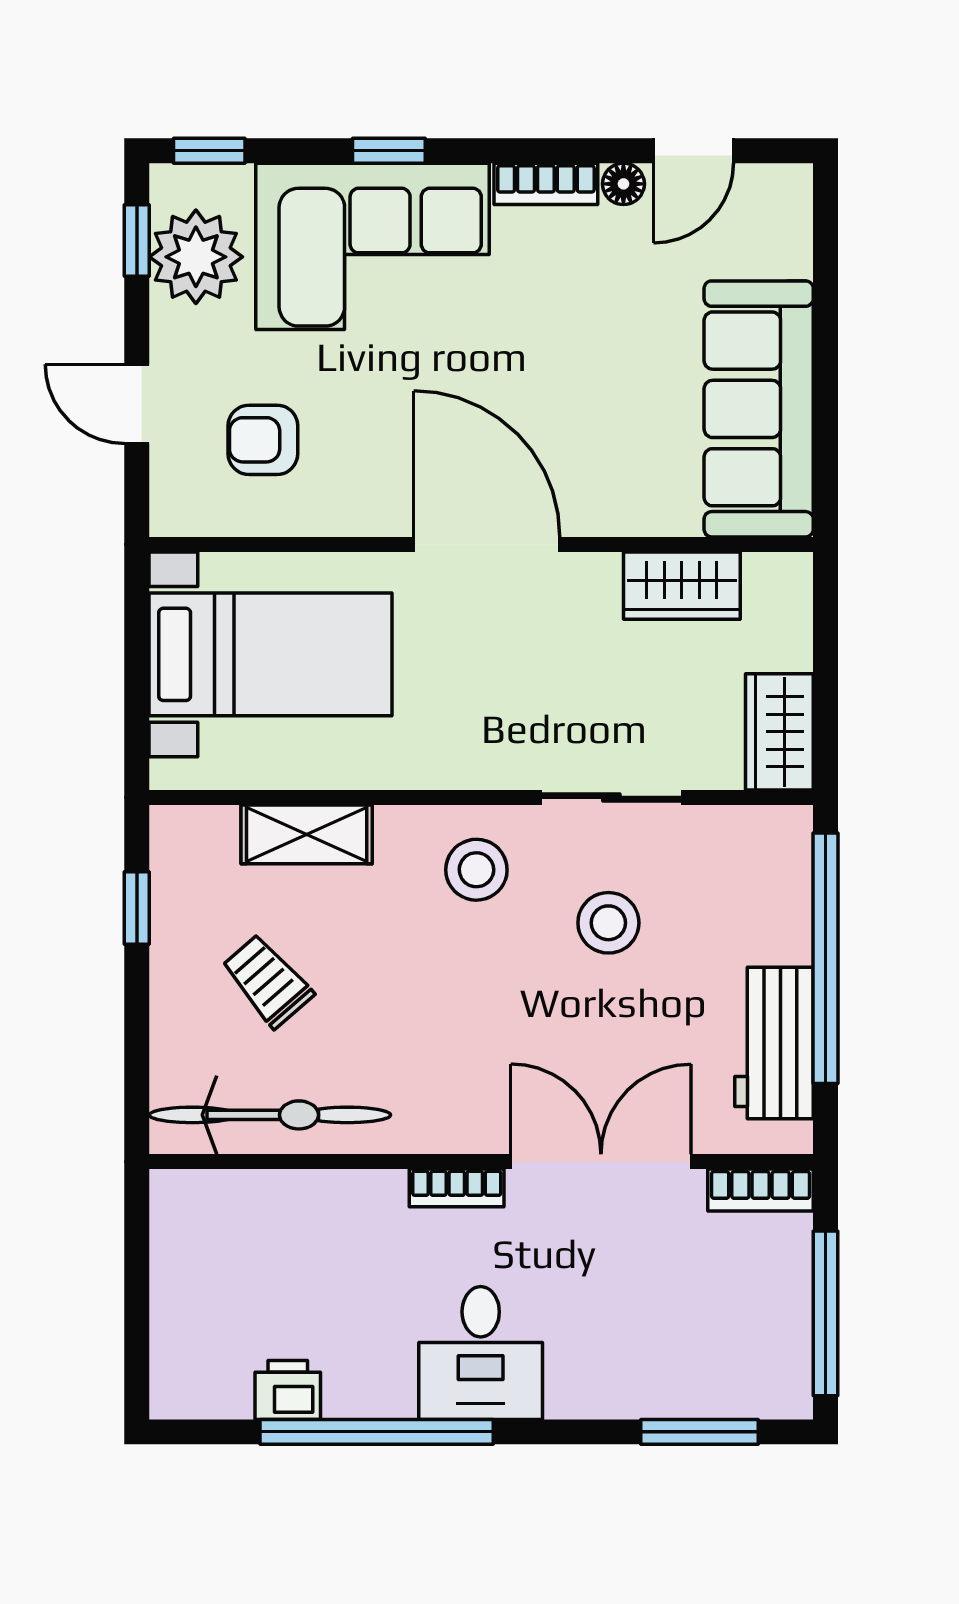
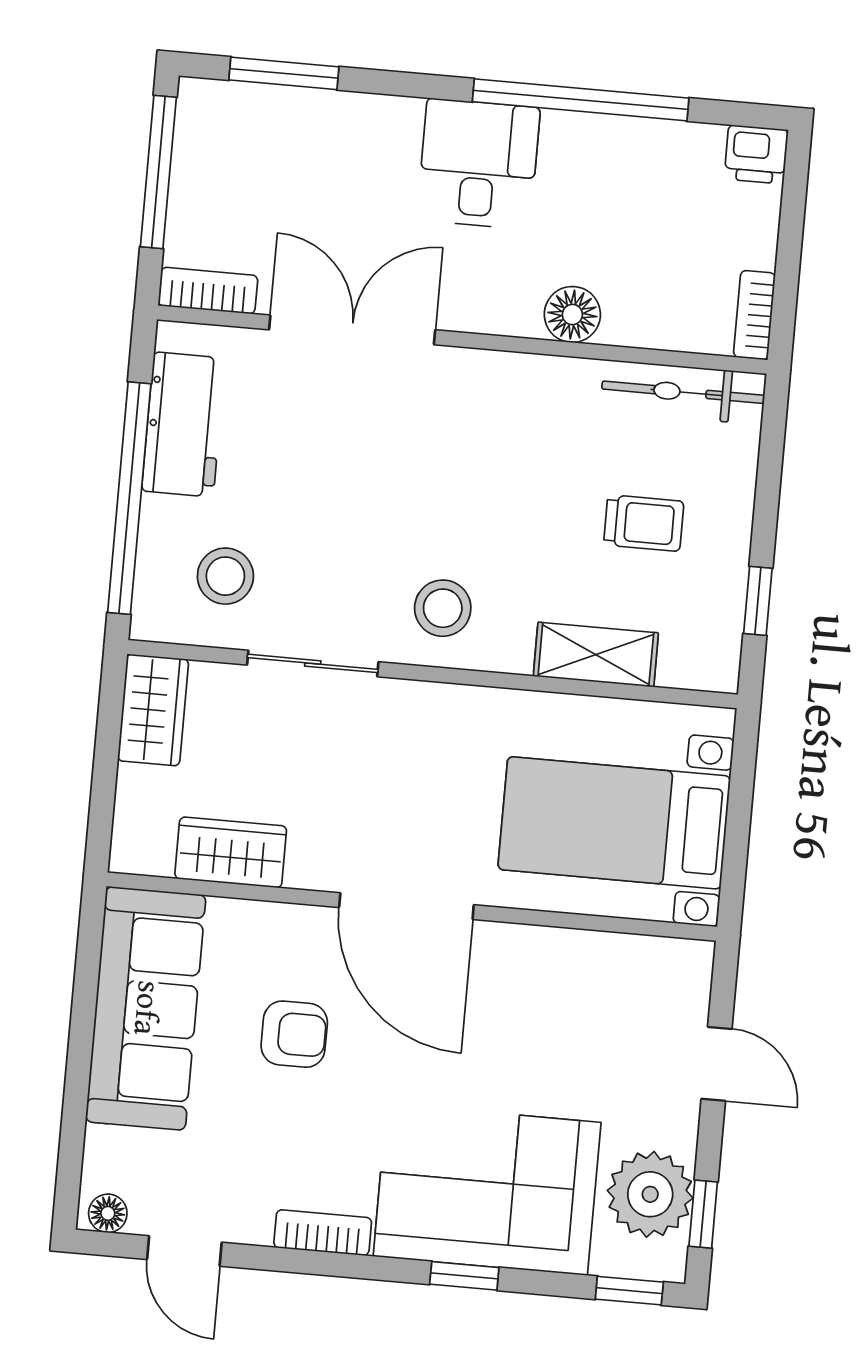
door: (693, 151) -> (184, 1251), swing flipped
floor lamp: (623, 184) -> (108, 1213), moved
armchair: (263, 440) -> (294, 1034), moved
stool: (608, 923) -> (225, 576), moved
trolley: (268, 981) -> (644, 523), turned -49
bicycle: (270, 1115) -> (683, 392), width x0.73, depth x0.71
double door: (601, 1162) -> (352, 330), swing flipped
bookcase: (457, 1188) -> (754, 315), moved, turned -90
floor lamp: (365, 1199) -> (572, 314), added
printer: (288, 1390) -> (756, 154), moved

